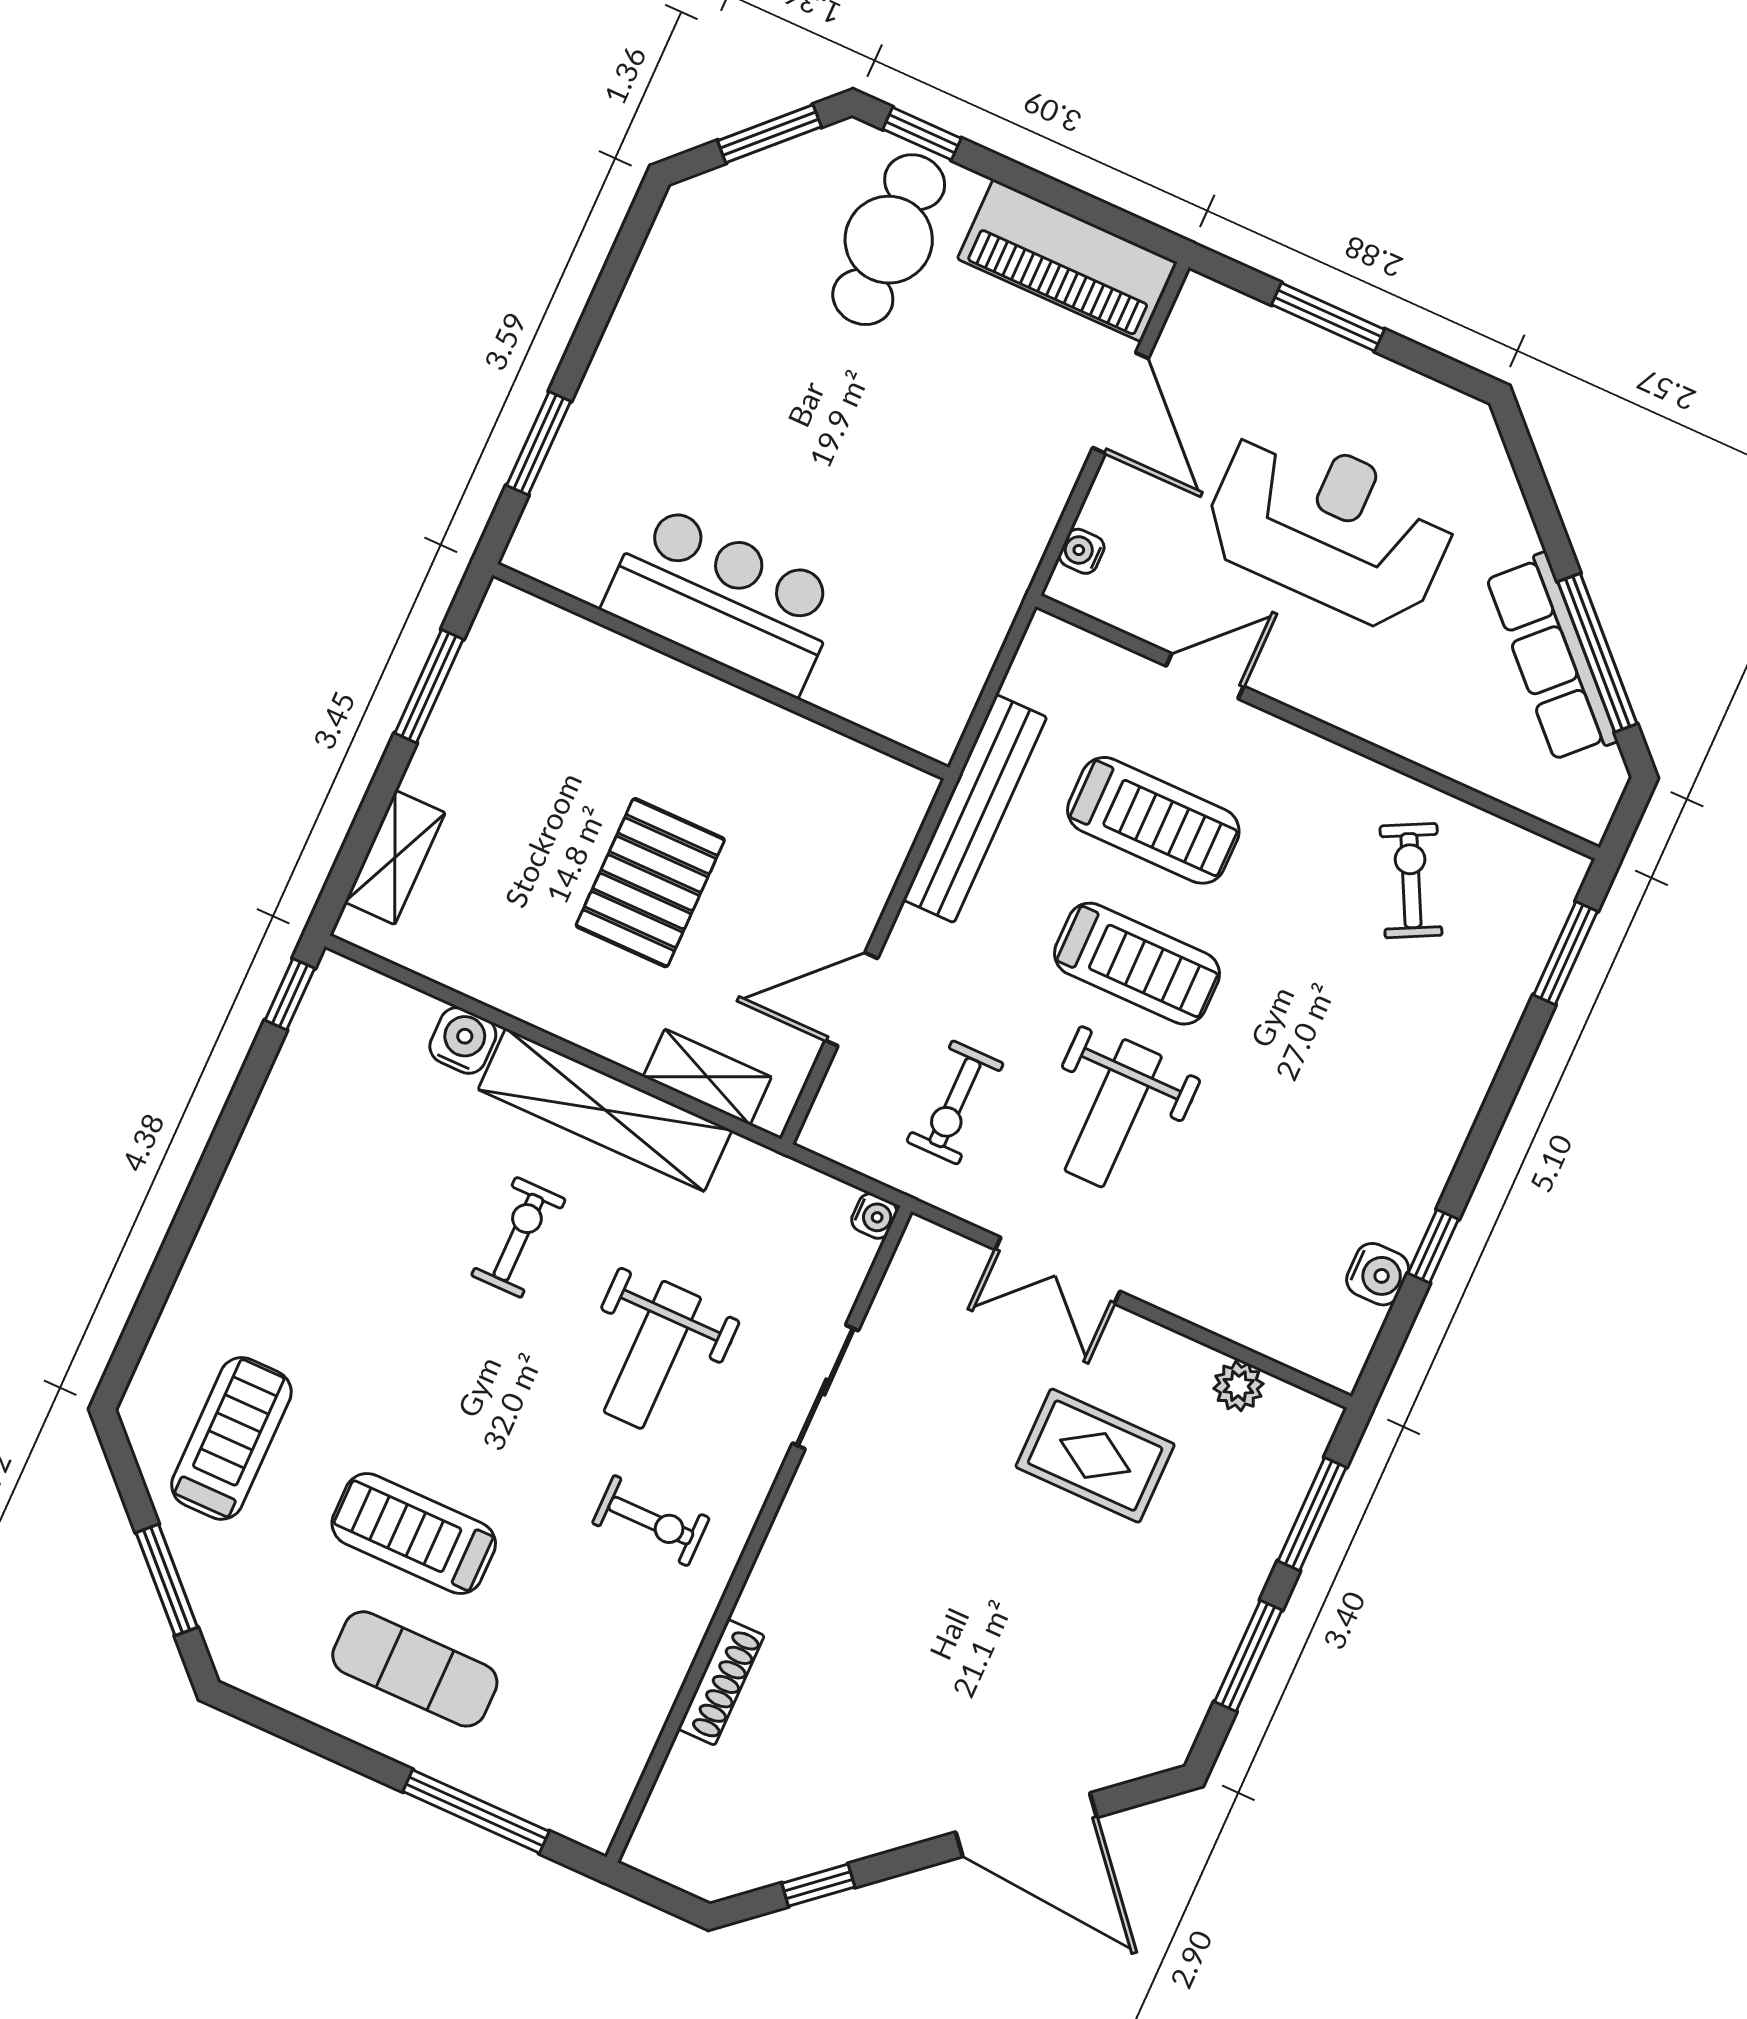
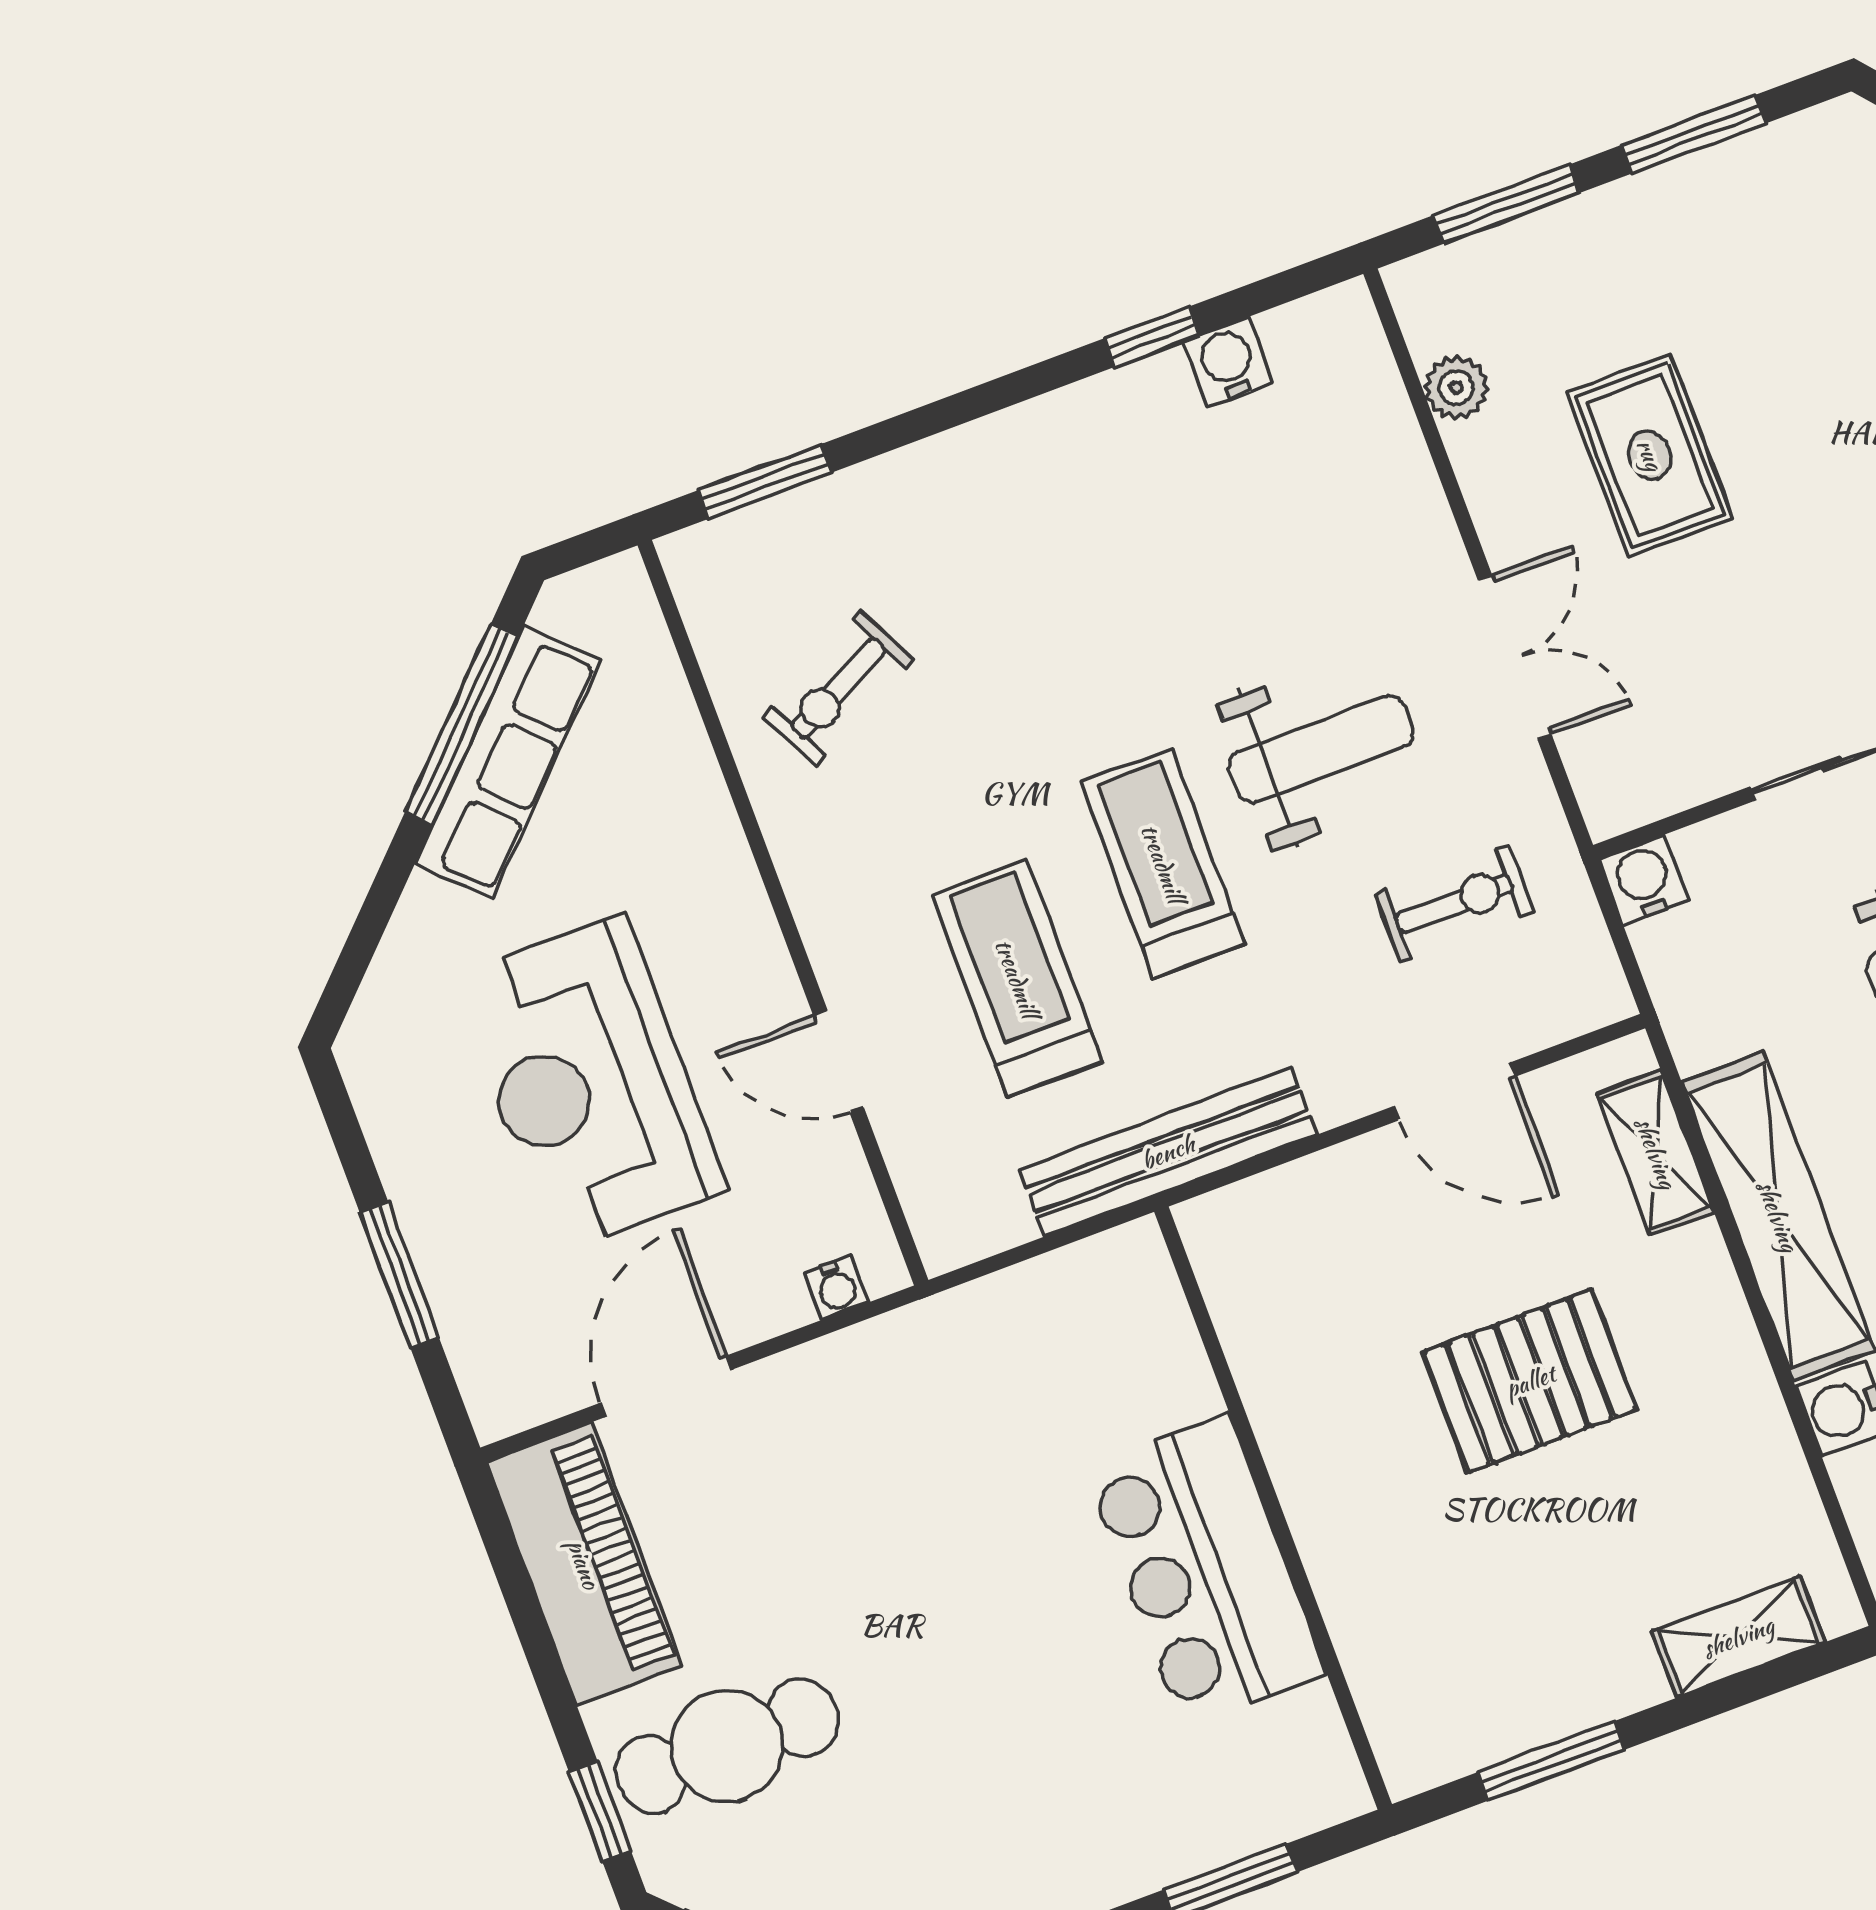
water cooler: (874, 1216) -> (1644, 880), width x1.38, depth x1.38

